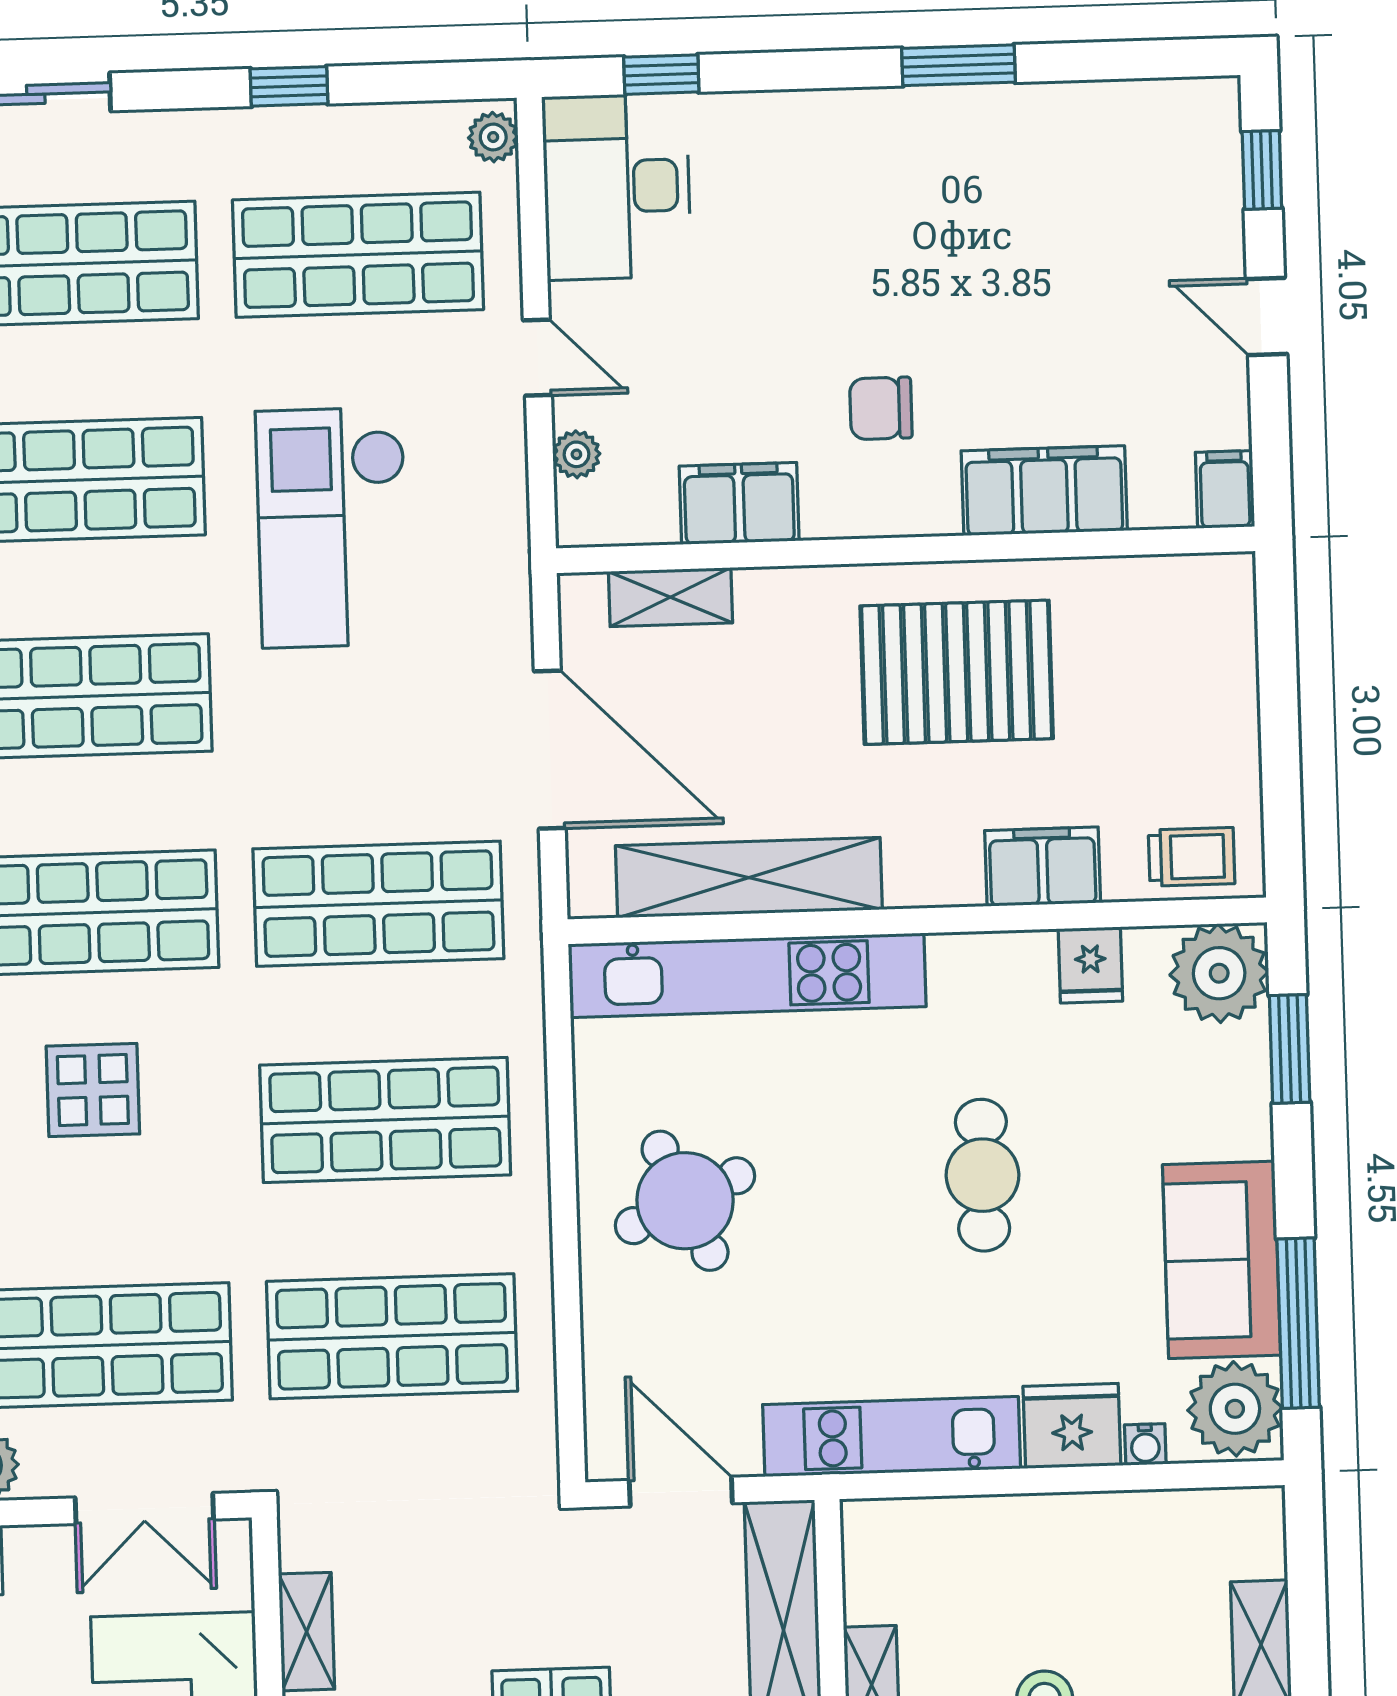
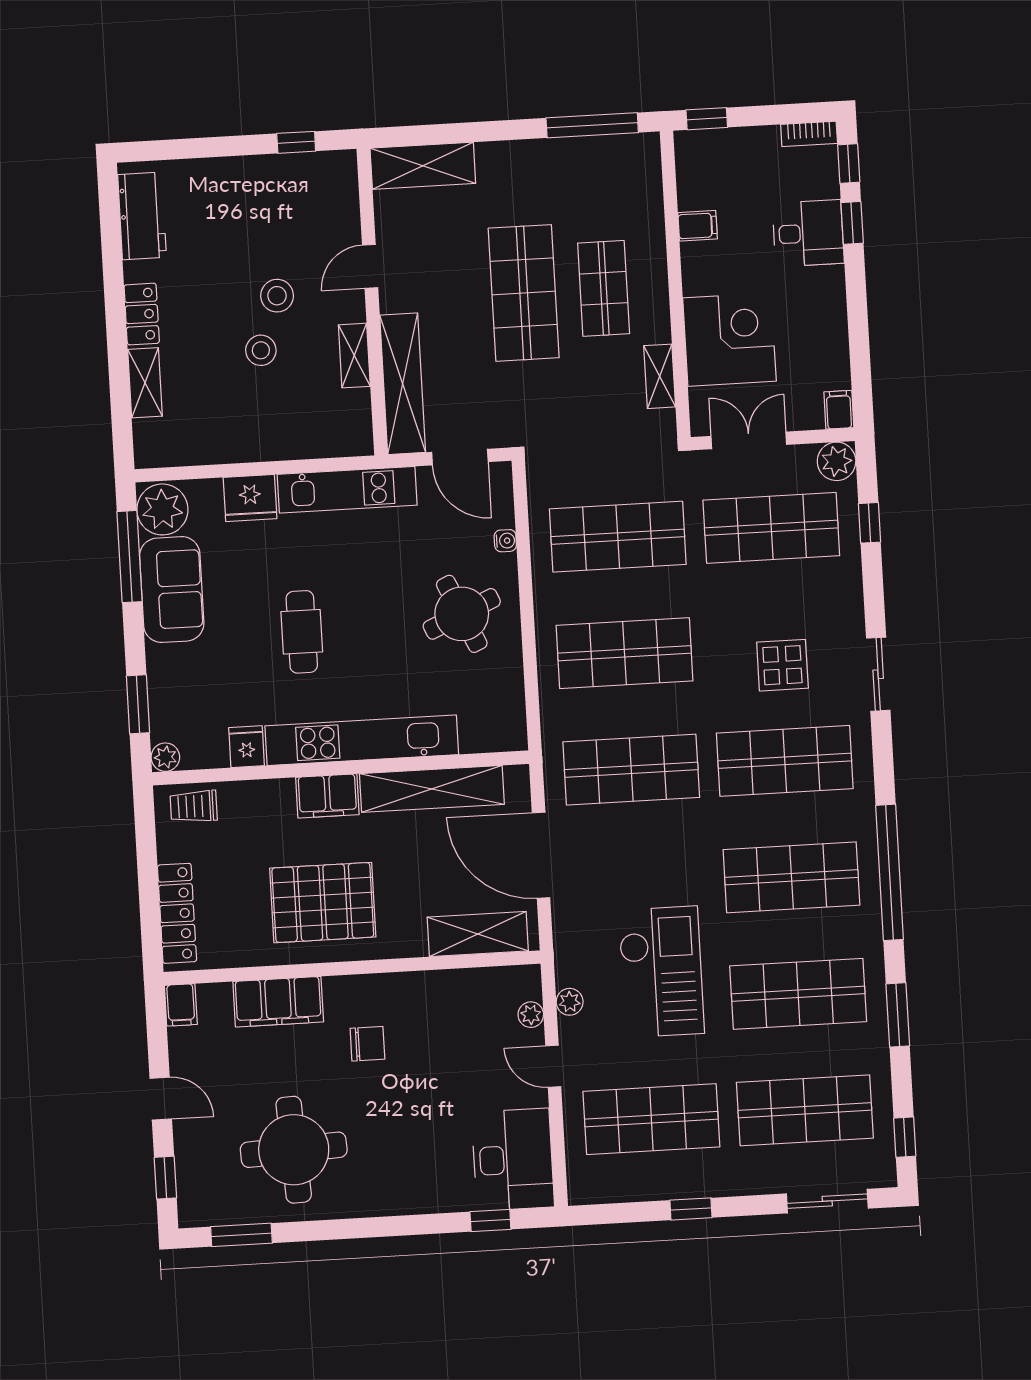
window: (958, 65) -> (241, 1235), moved
plant: (493, 137) -> (570, 1002), moved
round table: (1023, 215) -> (294, 1150), added
filing cabinet: (739, 503) -> (442, 990), removed
shelving: (671, 597) -> (478, 934), width x1.50, depth x1.33
locker: (1227, 659) -> (177, 913), added
filing cabinet: (1043, 867) -> (327, 796), moved
plant: (1219, 973) -> (165, 757), width x0.53, depth x0.53
kitchen unit: (747, 975) -> (362, 740), moved
water cooler: (1145, 1444) -> (505, 541), moved, turned 90

